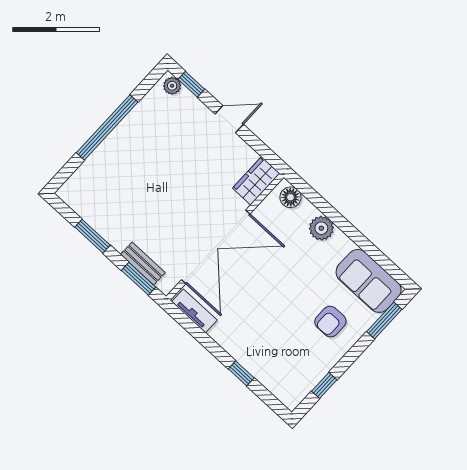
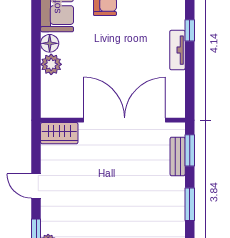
floor lamp: (290, 197) -> (50, 43), moved
tv unit: (194, 311) -> (177, 50), moved

